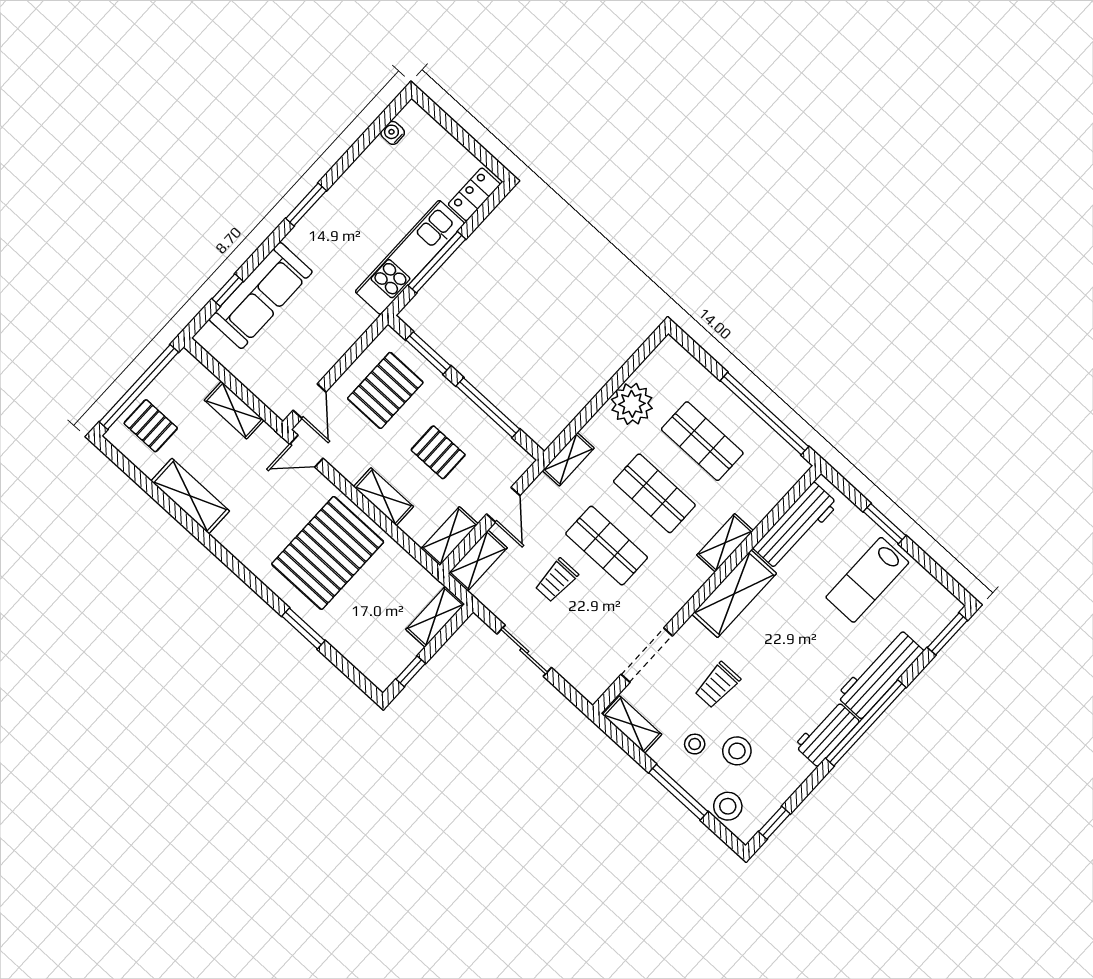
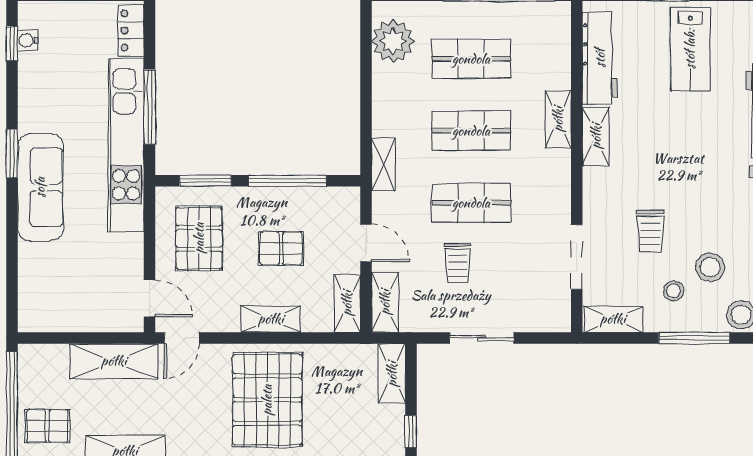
kitchen unit: (410, 257) -> (126, 145), width x1.36
window: (228, 290) -> (12, 44), moved
sofa: (261, 296) -> (40, 187), moved
plant: (632, 404) -> (393, 41), moved
shelving: (234, 410) -> (114, 361), width x1.50, depth x1.33
shelving: (734, 594) -> (596, 136), width x0.67, depth x0.75

